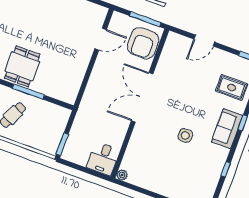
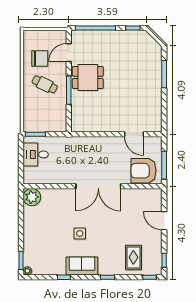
double door: (142, 97) -> (98, 186), swing flipped
sofa: (227, 129) -> (82, 266), moved
desk: (103, 159) -> (36, 154), moved
plant: (122, 175) -> (32, 197), width x1.88, depth x1.88

